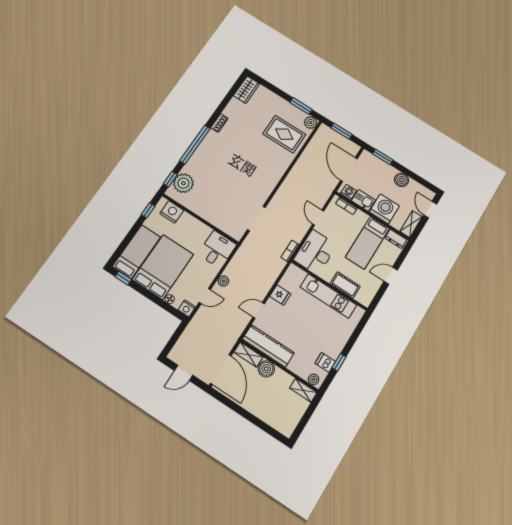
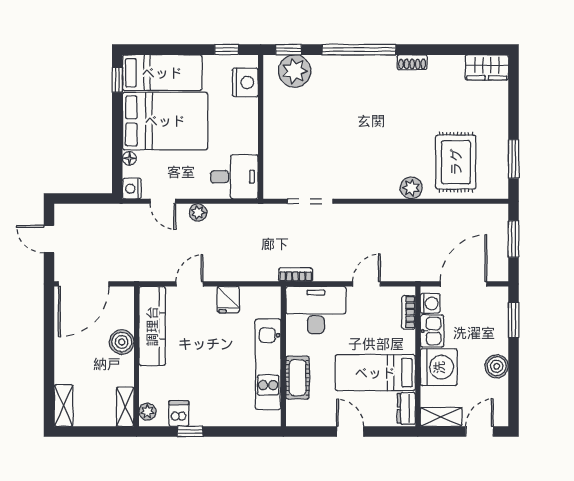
plant: (311, 123) -> (411, 188), moved
door: (259, 310) -> (190, 284), hinge flipped
shelving: (248, 355) -> (64, 405), moved

